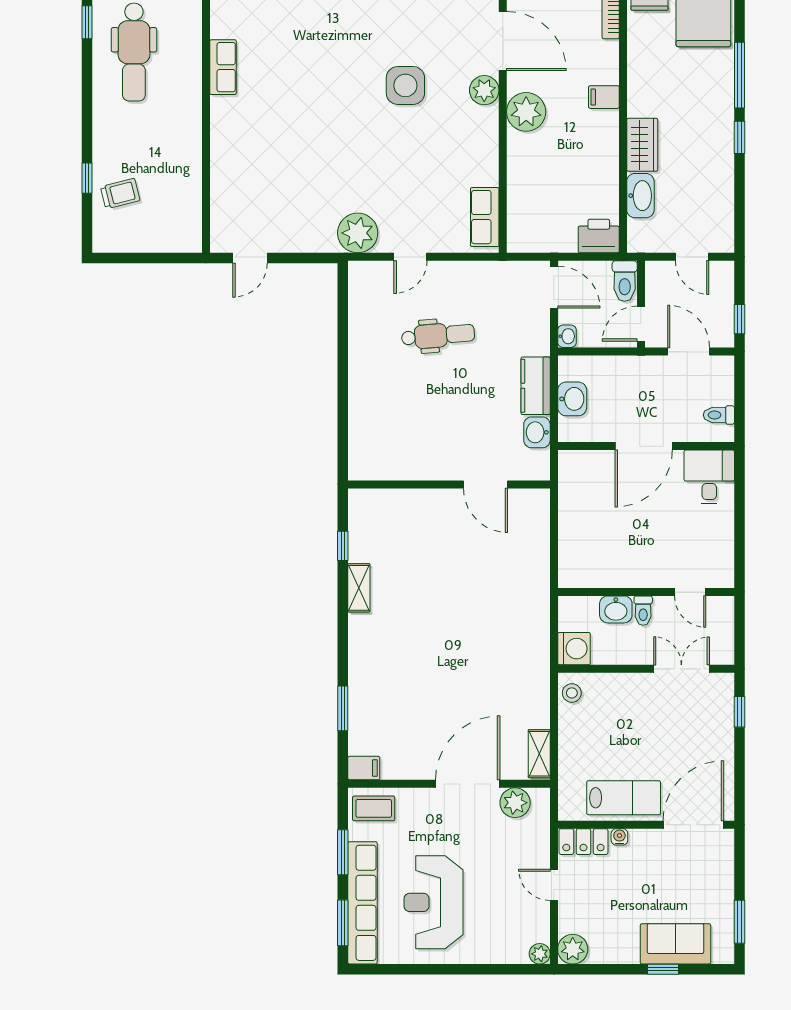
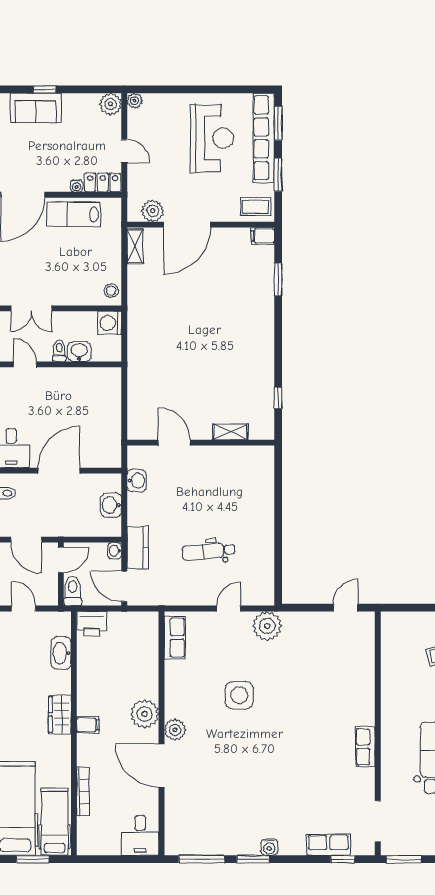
side table: (405, 85) -> (239, 695), moved
wardrobe: (642, 145) -> (60, 714), moved
kitchen counter: (536, 386) -> (138, 547), moved
shelving: (359, 588) -> (230, 432), moved, turned 90

